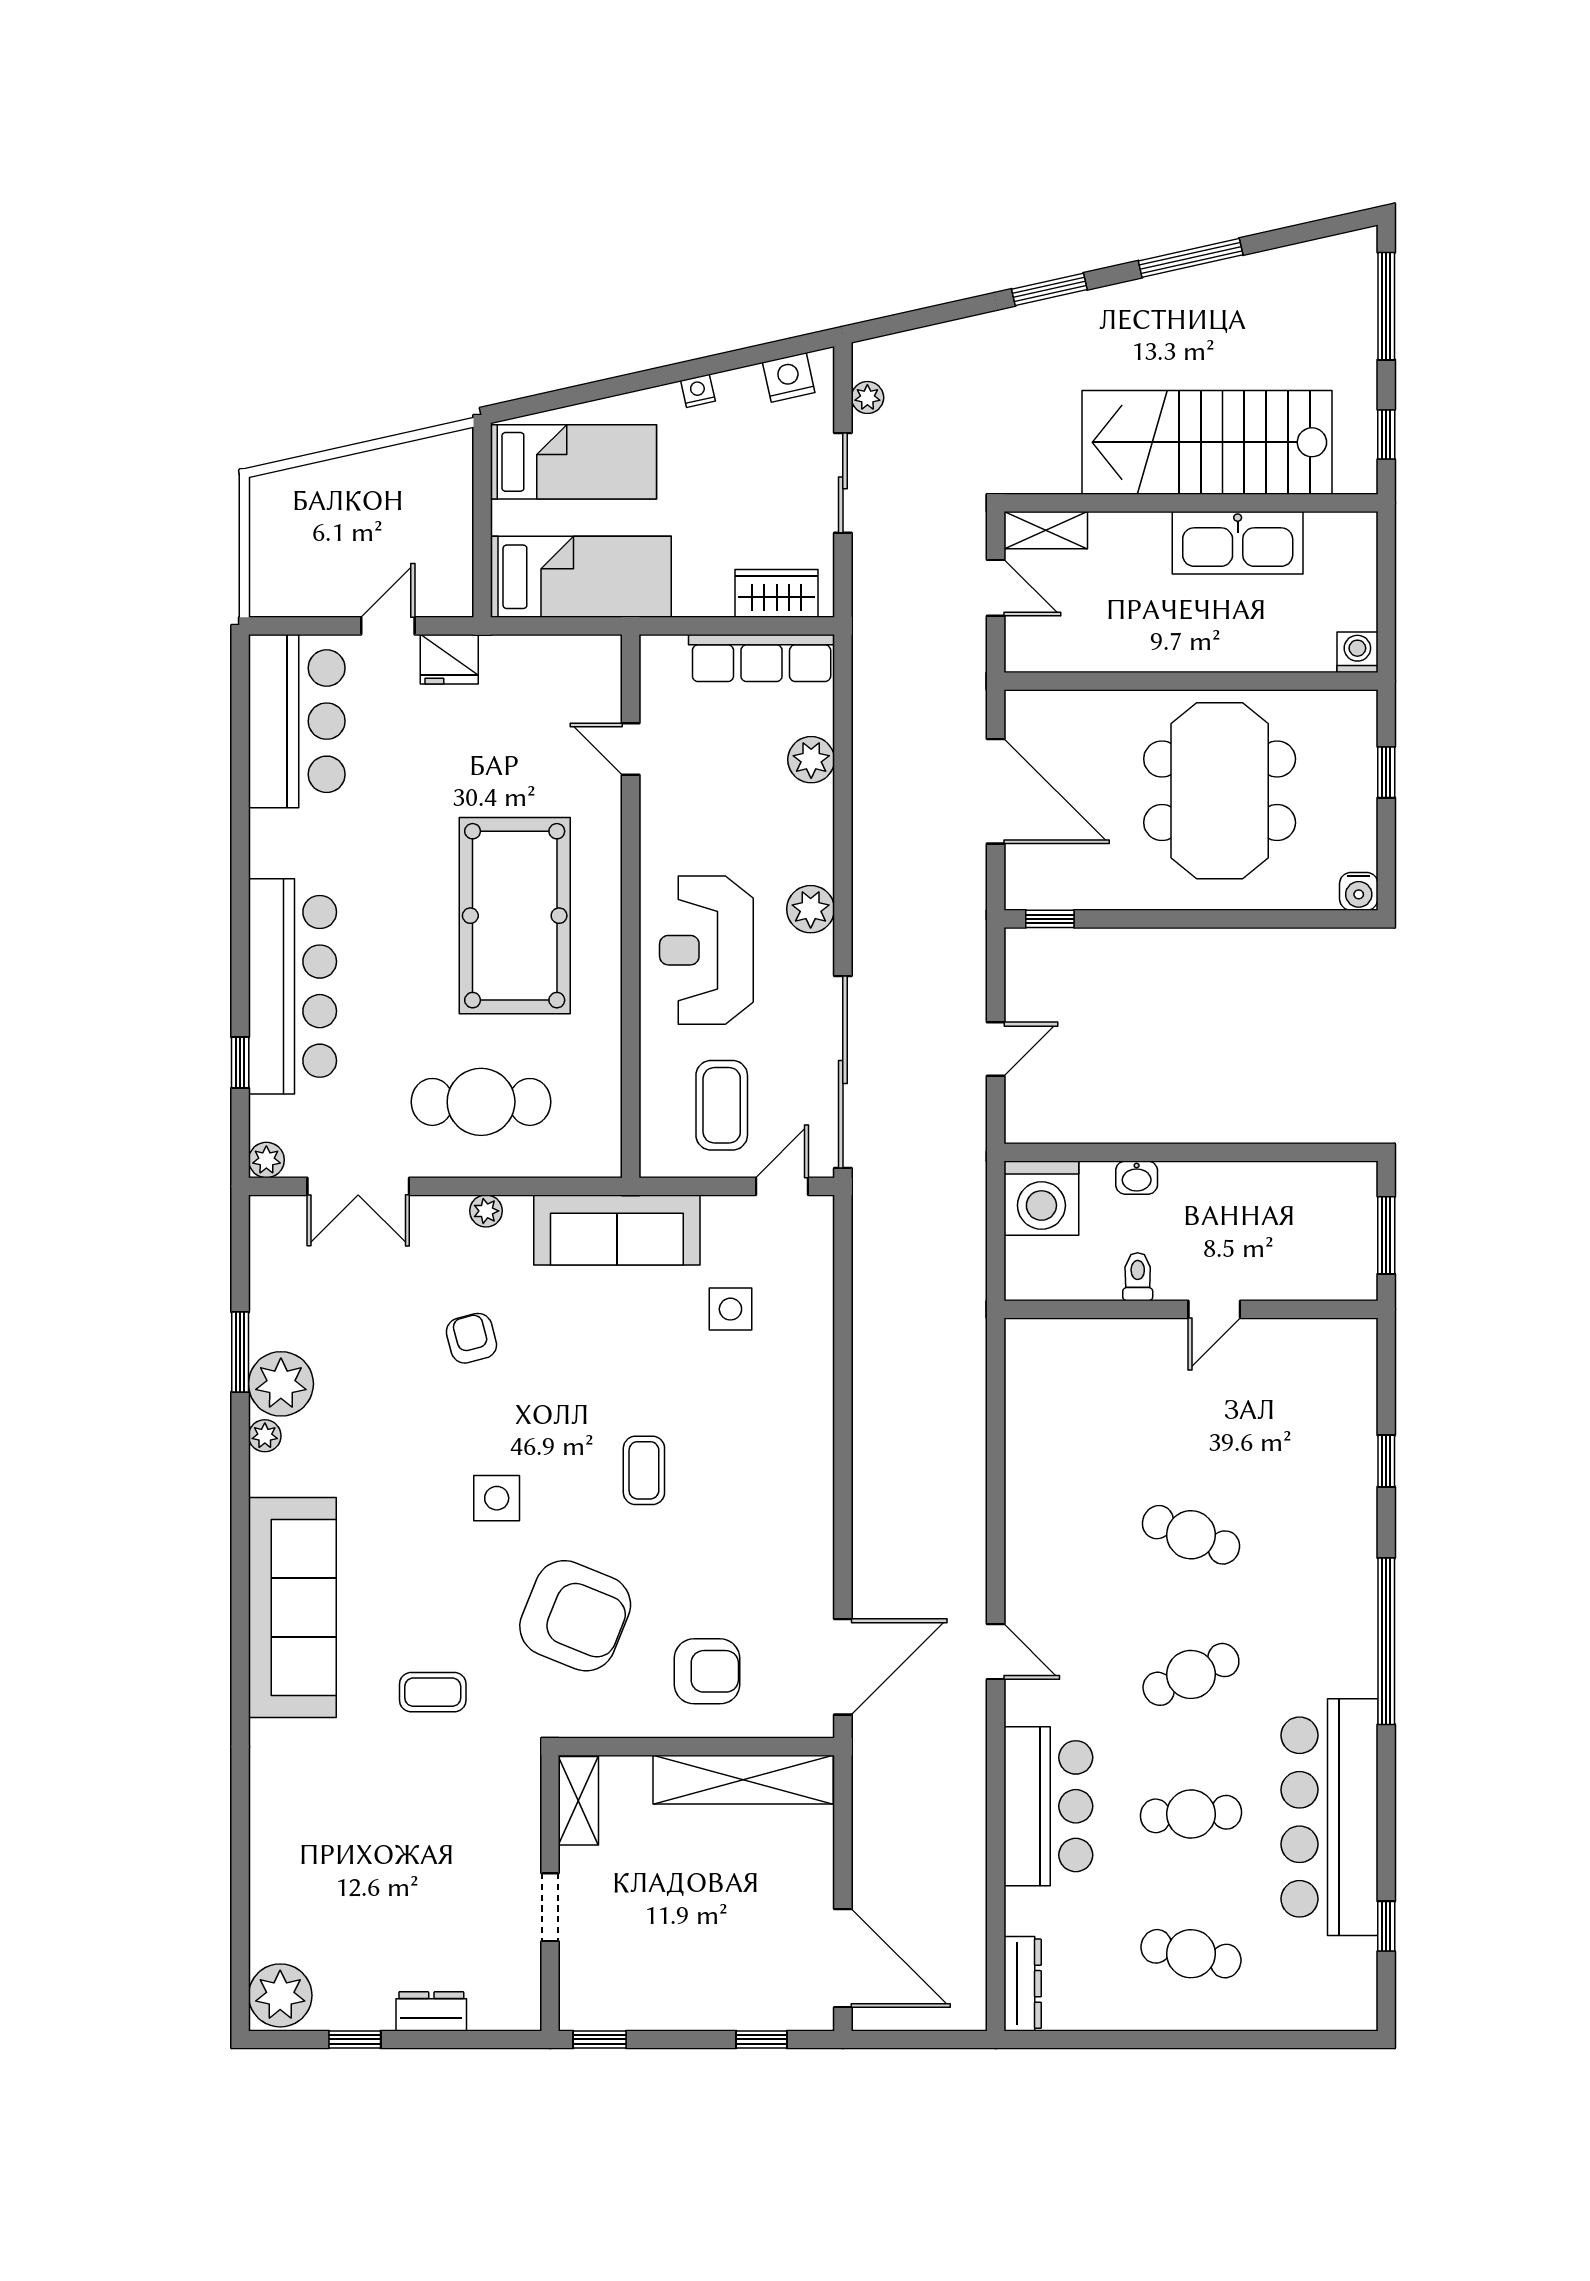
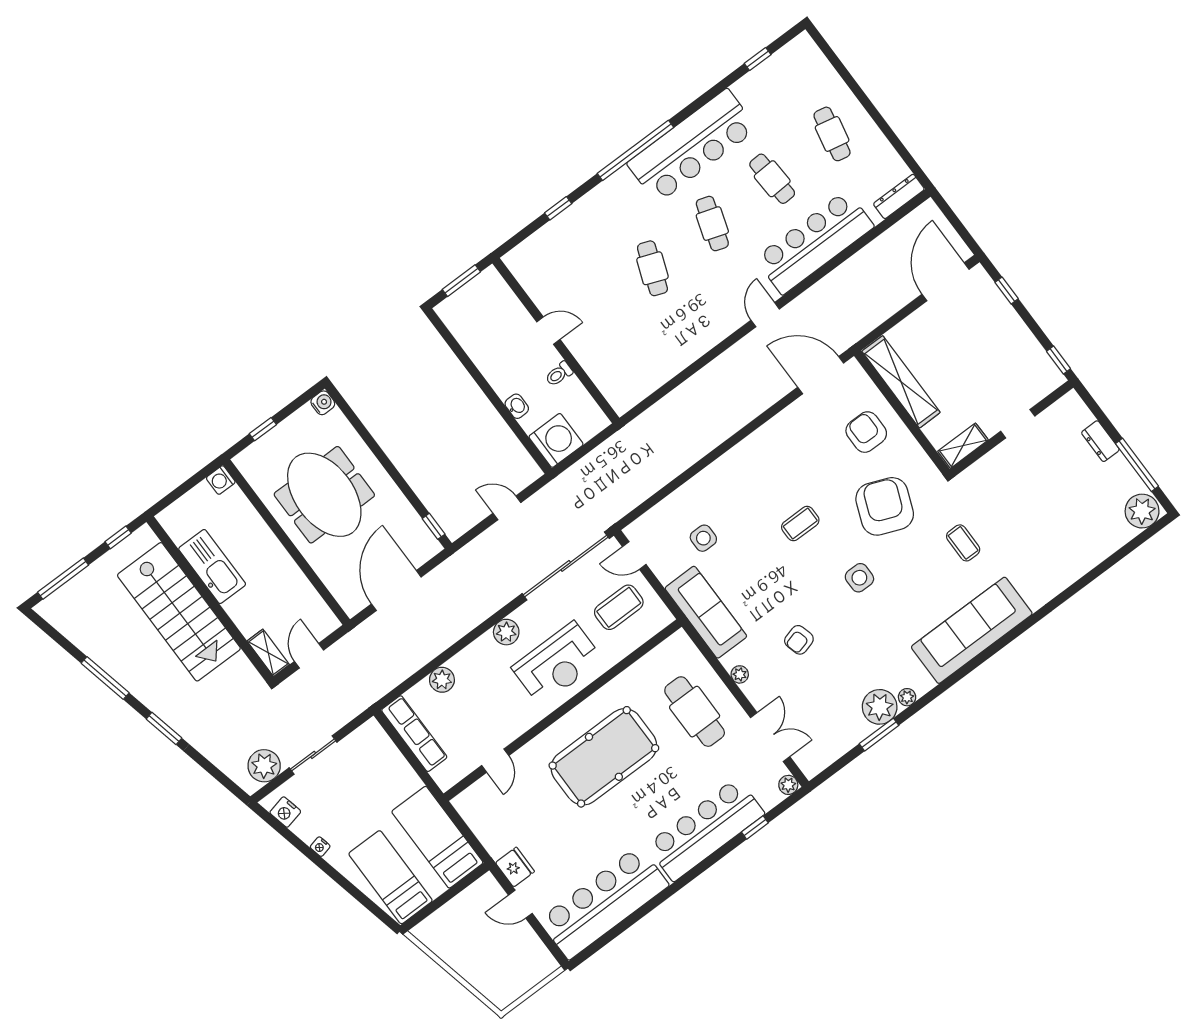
plant: (867, 398) -> (264, 766), width x1.87, depth x1.87
wardrobe: (777, 593) -> (382, 748), removed
bar counter: (297, 721) -> (604, 903), width x1.36
meeting table: (1220, 791) -> (324, 495), turned 90
cafe table: (1191, 1674) -> (712, 224), turned 42
bar counter: (1048, 1806) -> (815, 242), width x1.36
bar counter: (1329, 1817) -> (692, 146), moved
window: (355, 2039) -> (1137, 465), width x2.17

